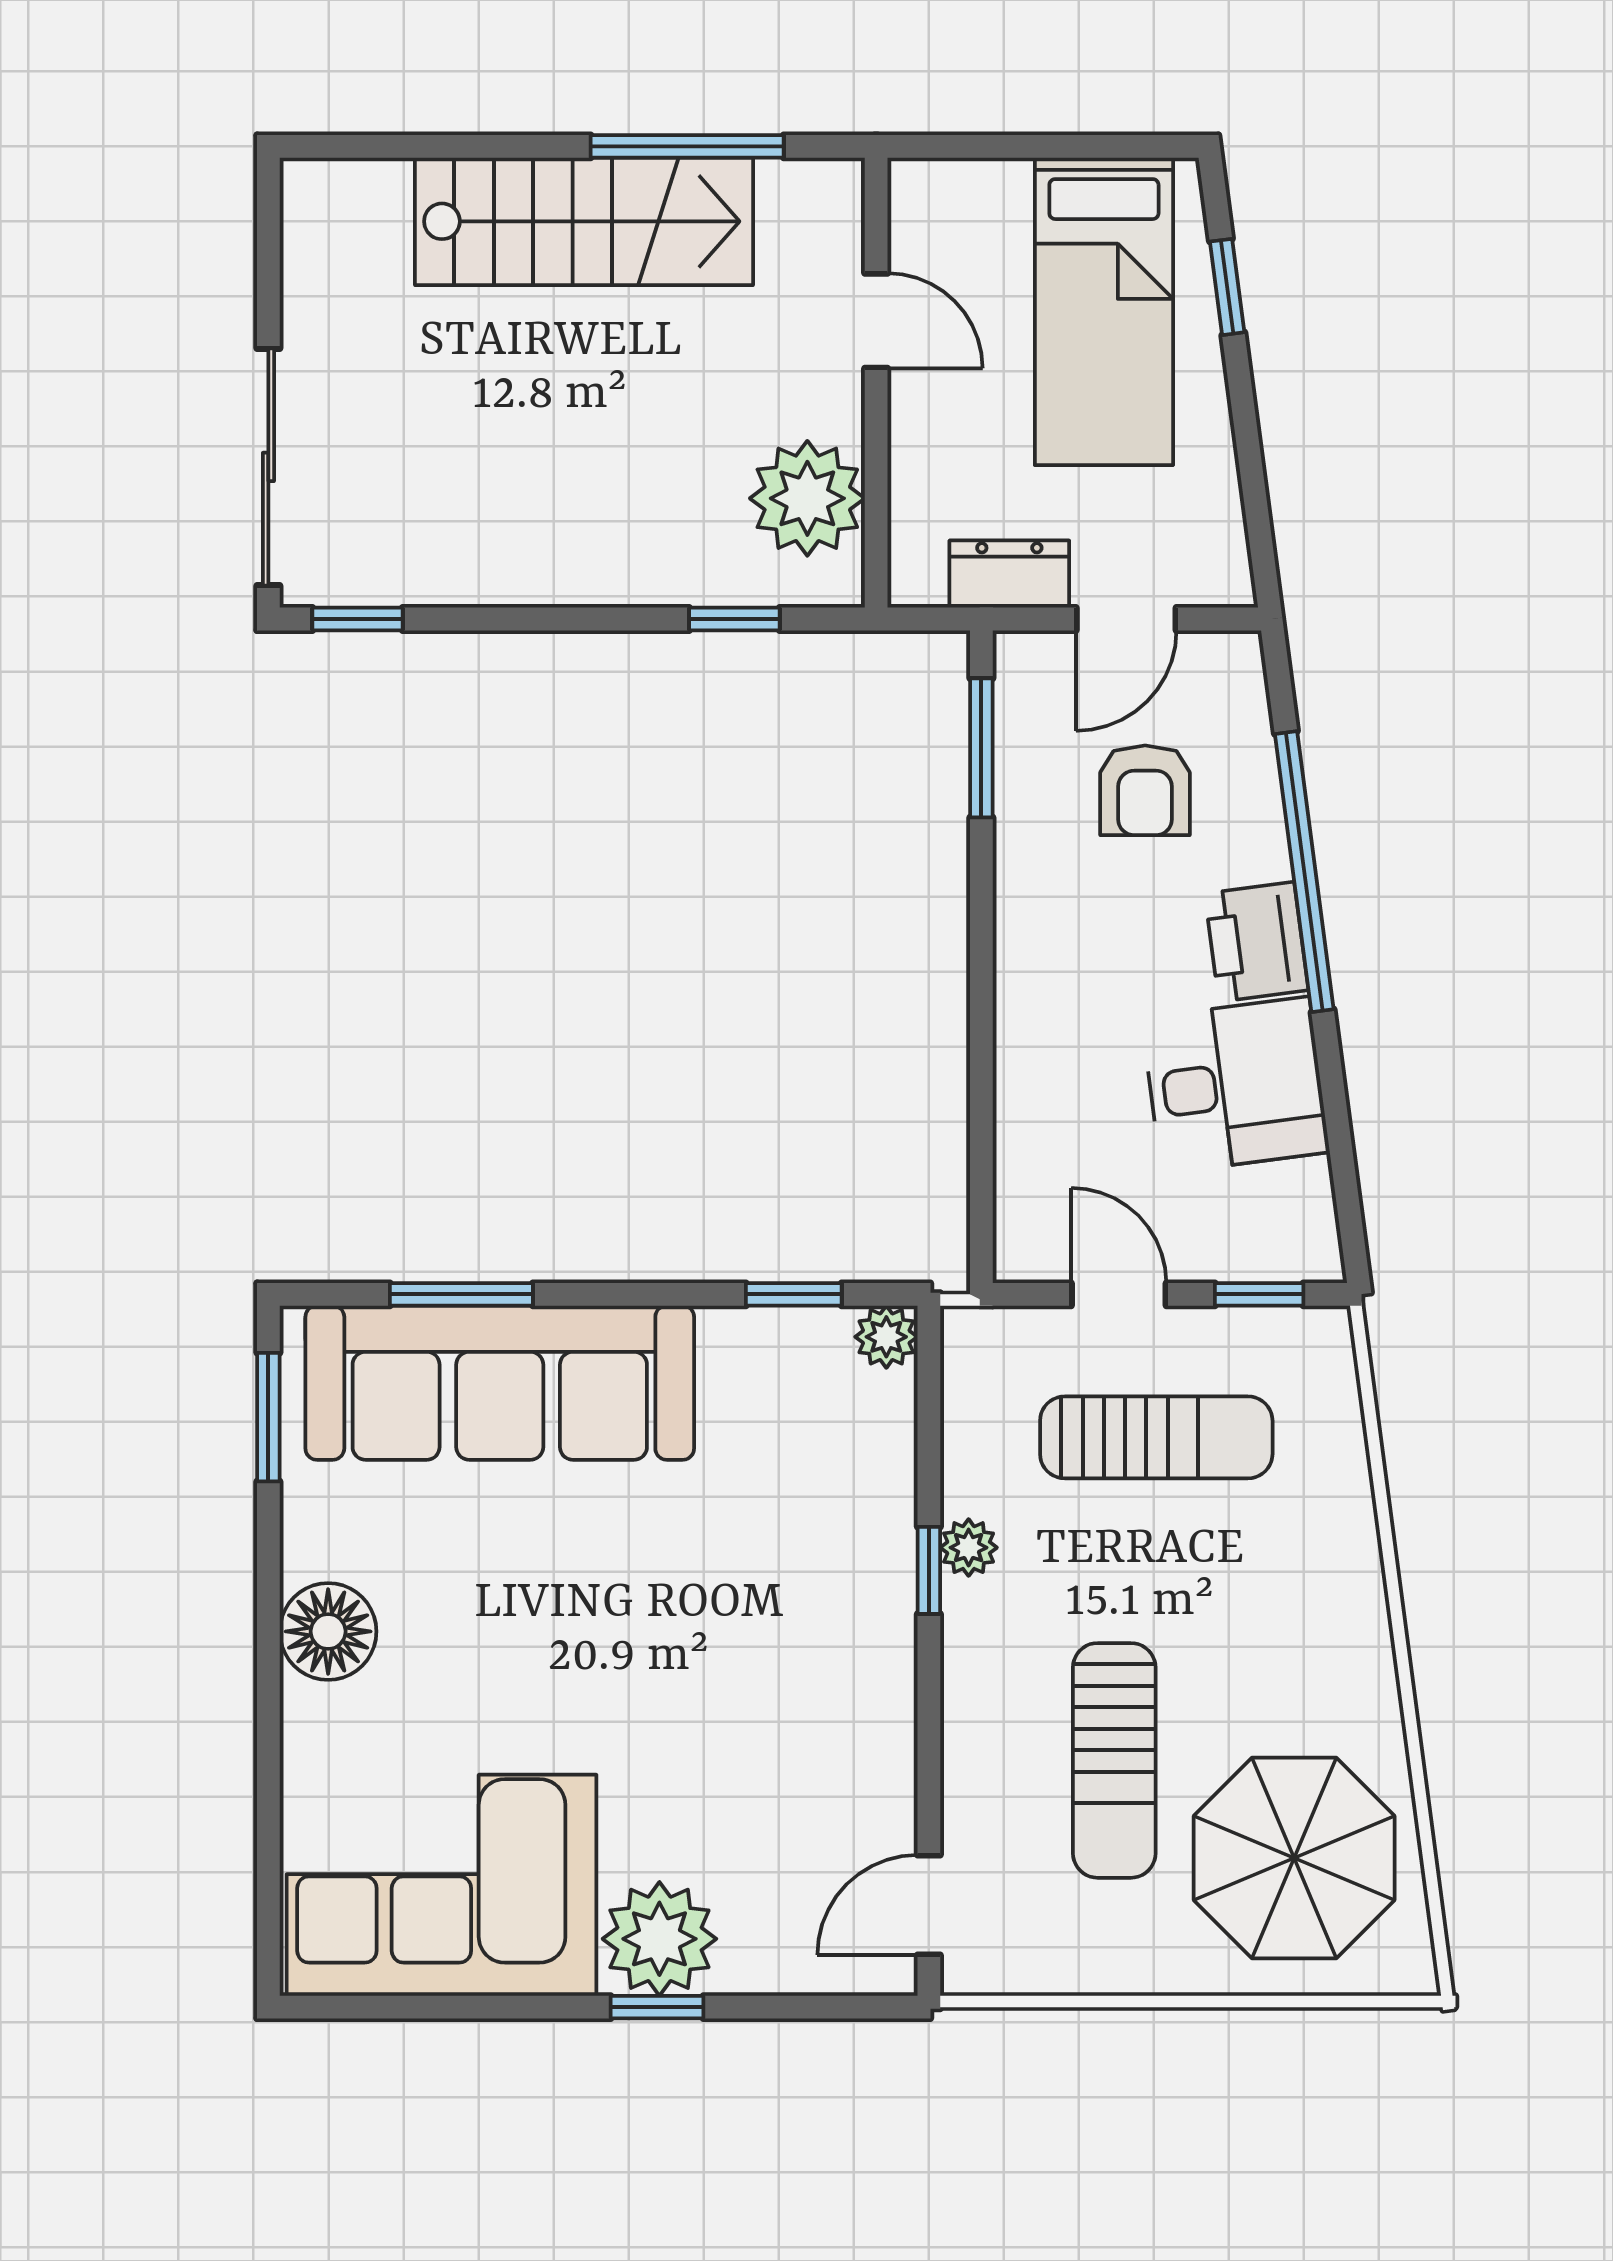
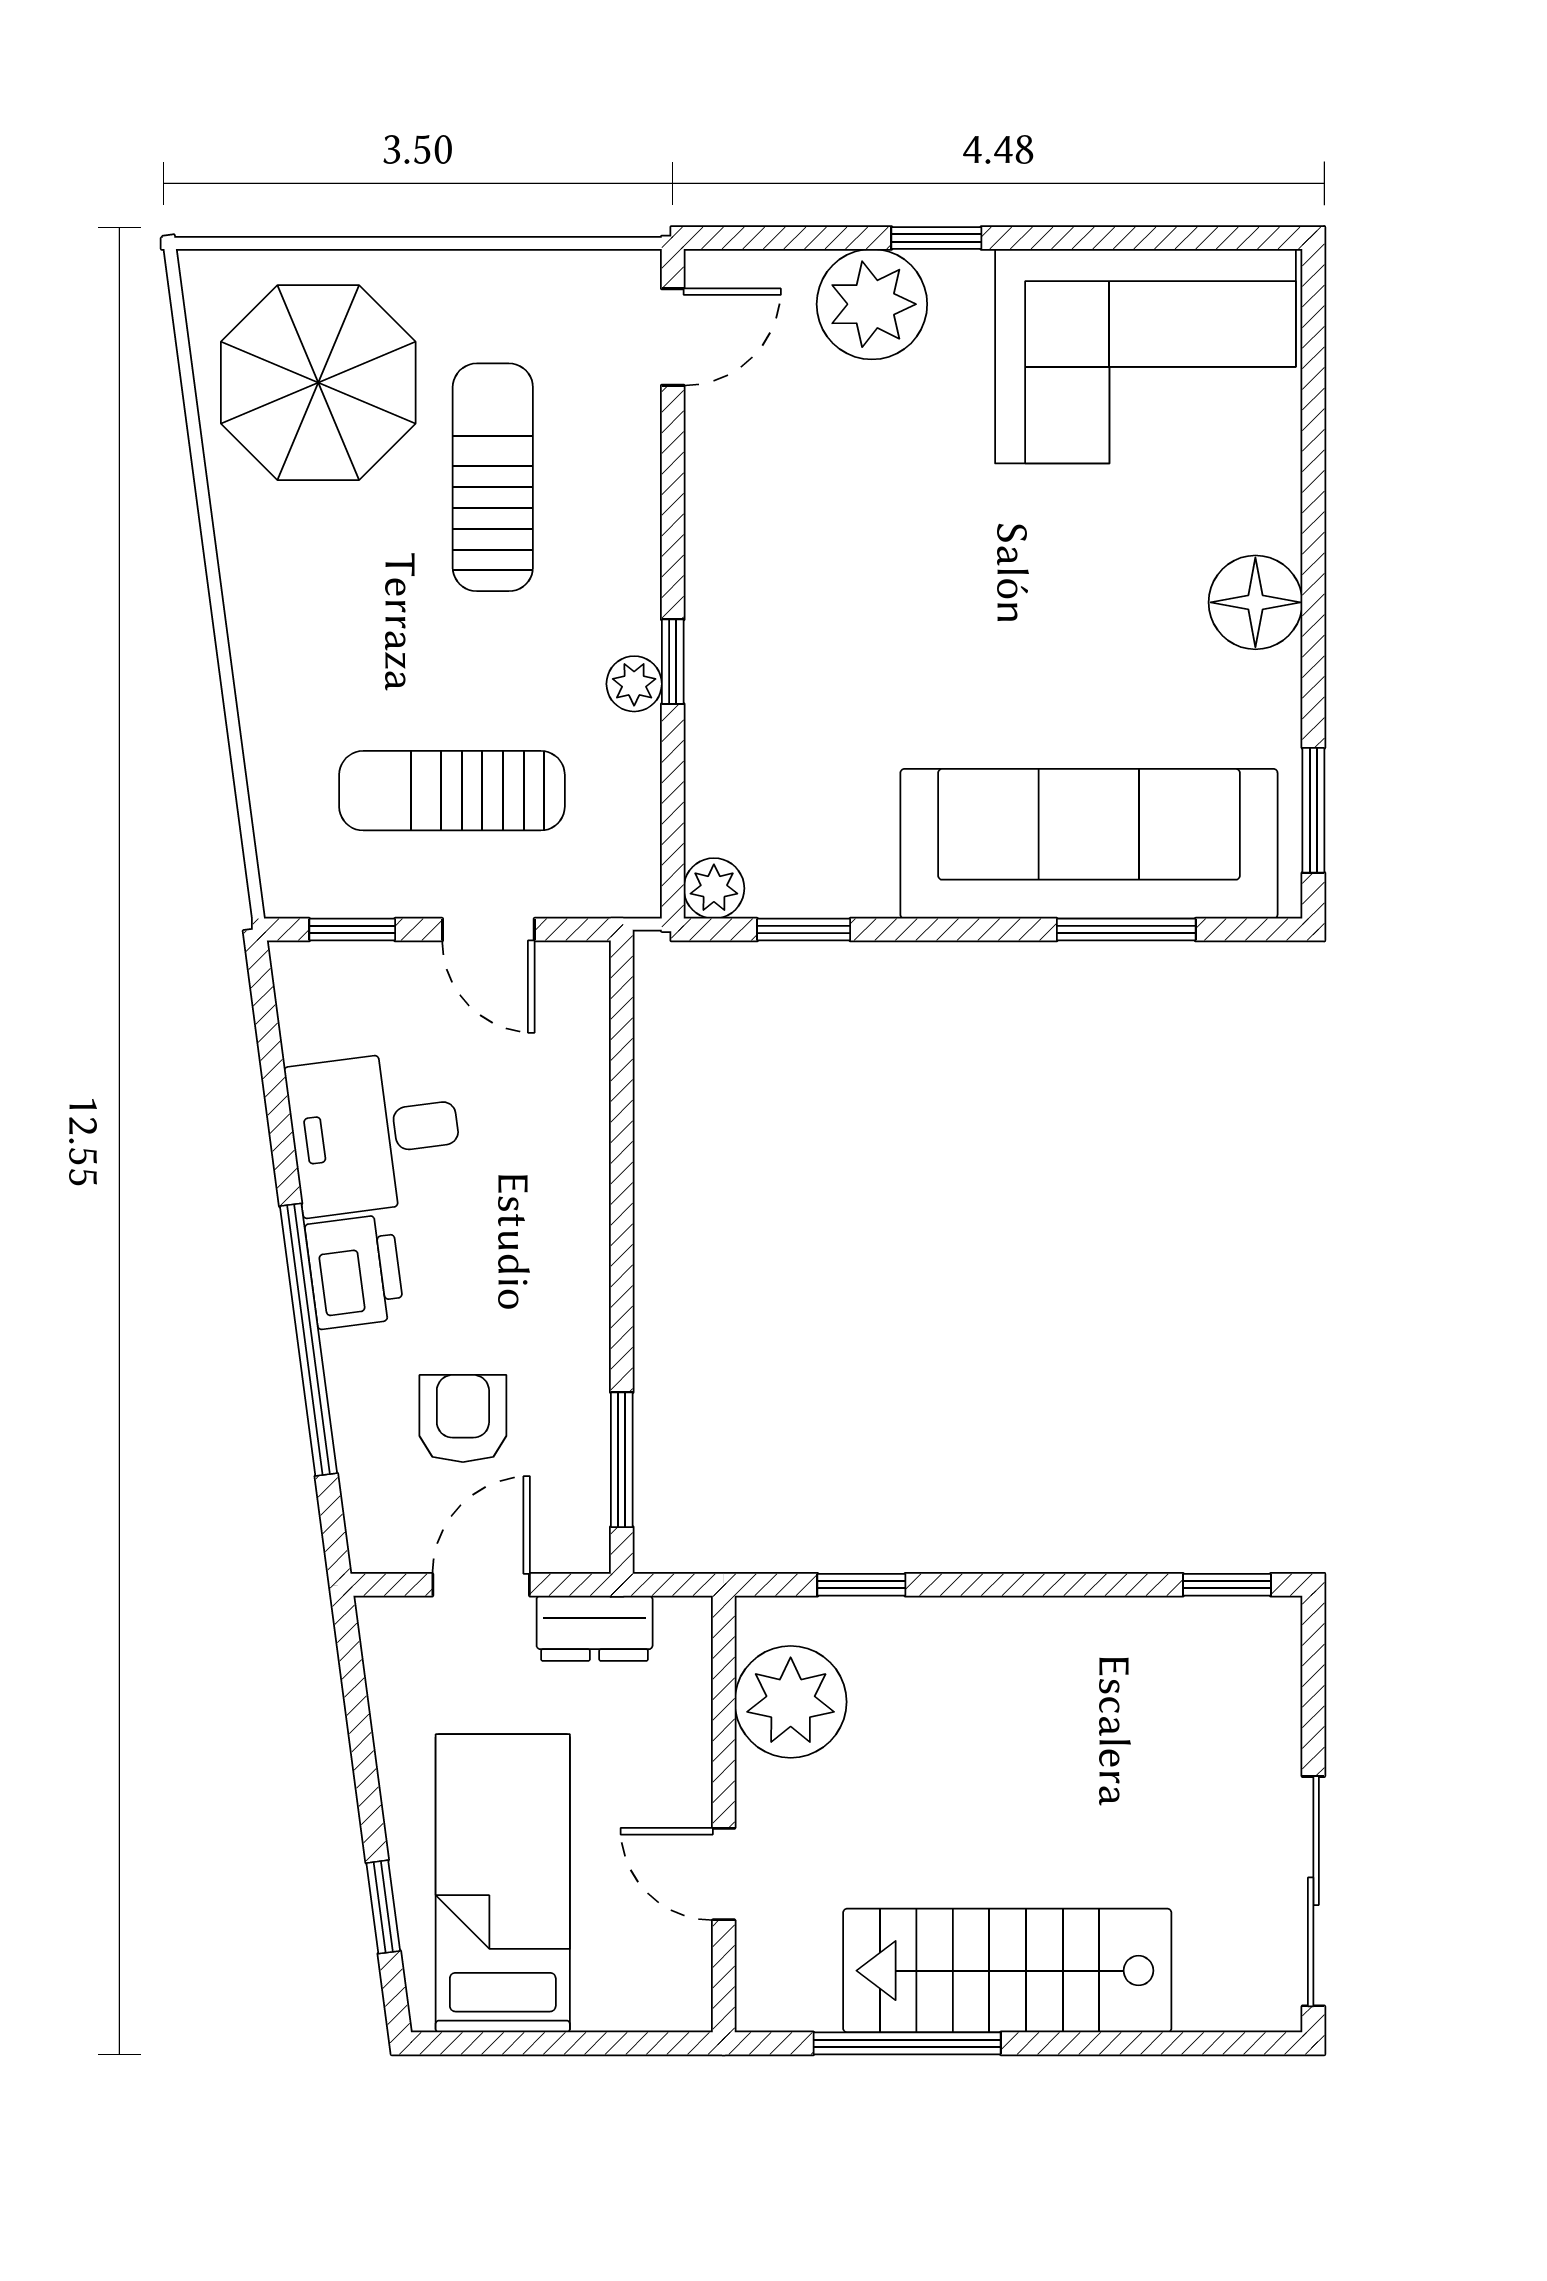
sliding door: (268, 467) -> (1313, 1891), moved
plant: (659, 1939) -> (872, 304), moved

